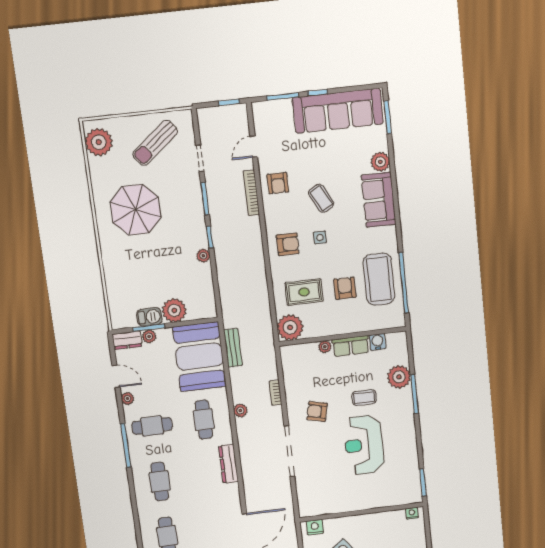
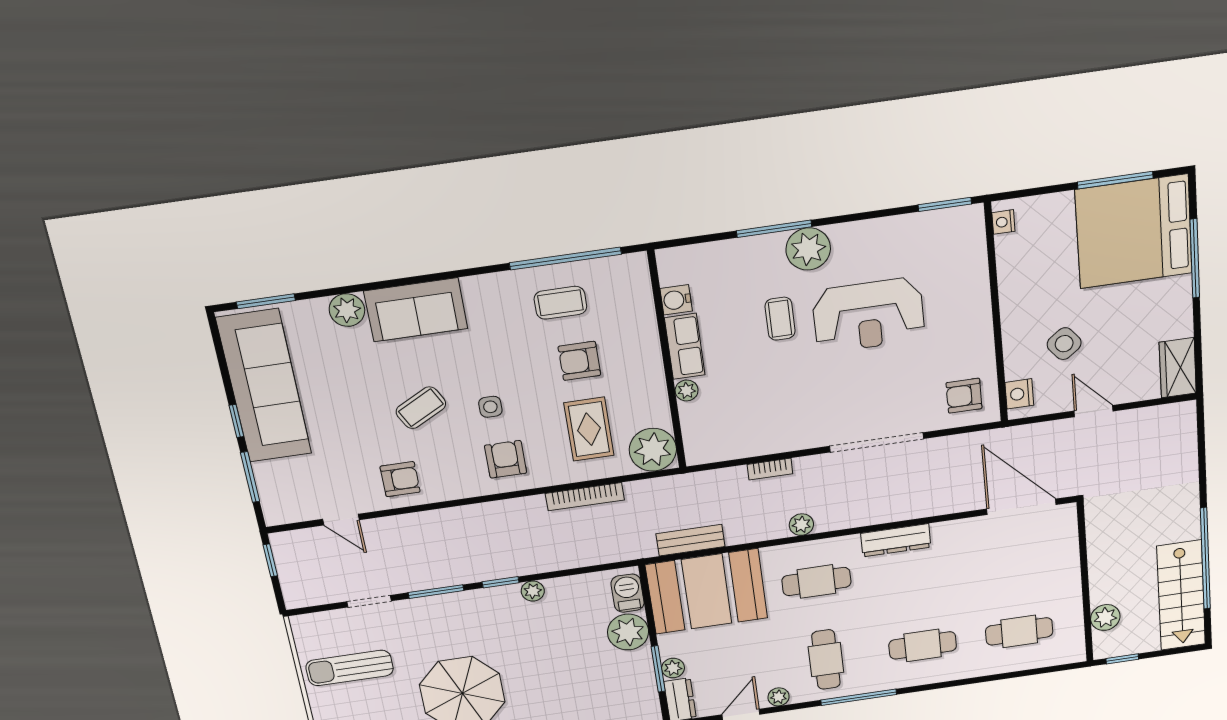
sun lounger: (155, 143) -> (350, 668), turned 128
bookcase: (251, 193) -> (585, 497), moved
coffee table: (379, 279) -> (560, 303), width x0.54, depth x0.58
barbecue: (149, 317) -> (628, 593), moved
plant: (399, 377) -> (808, 249), moved
armchair: (317, 411) -> (964, 396), moved, turned 77

